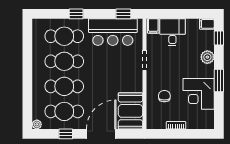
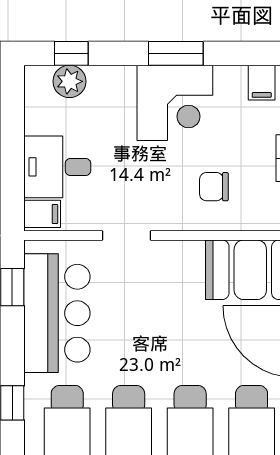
filing cabinet: (207, 24) -> (262, 83), moved
plant: (207, 57) -> (69, 81), moved
corner desk: (199, 94) -> (175, 103), moved

